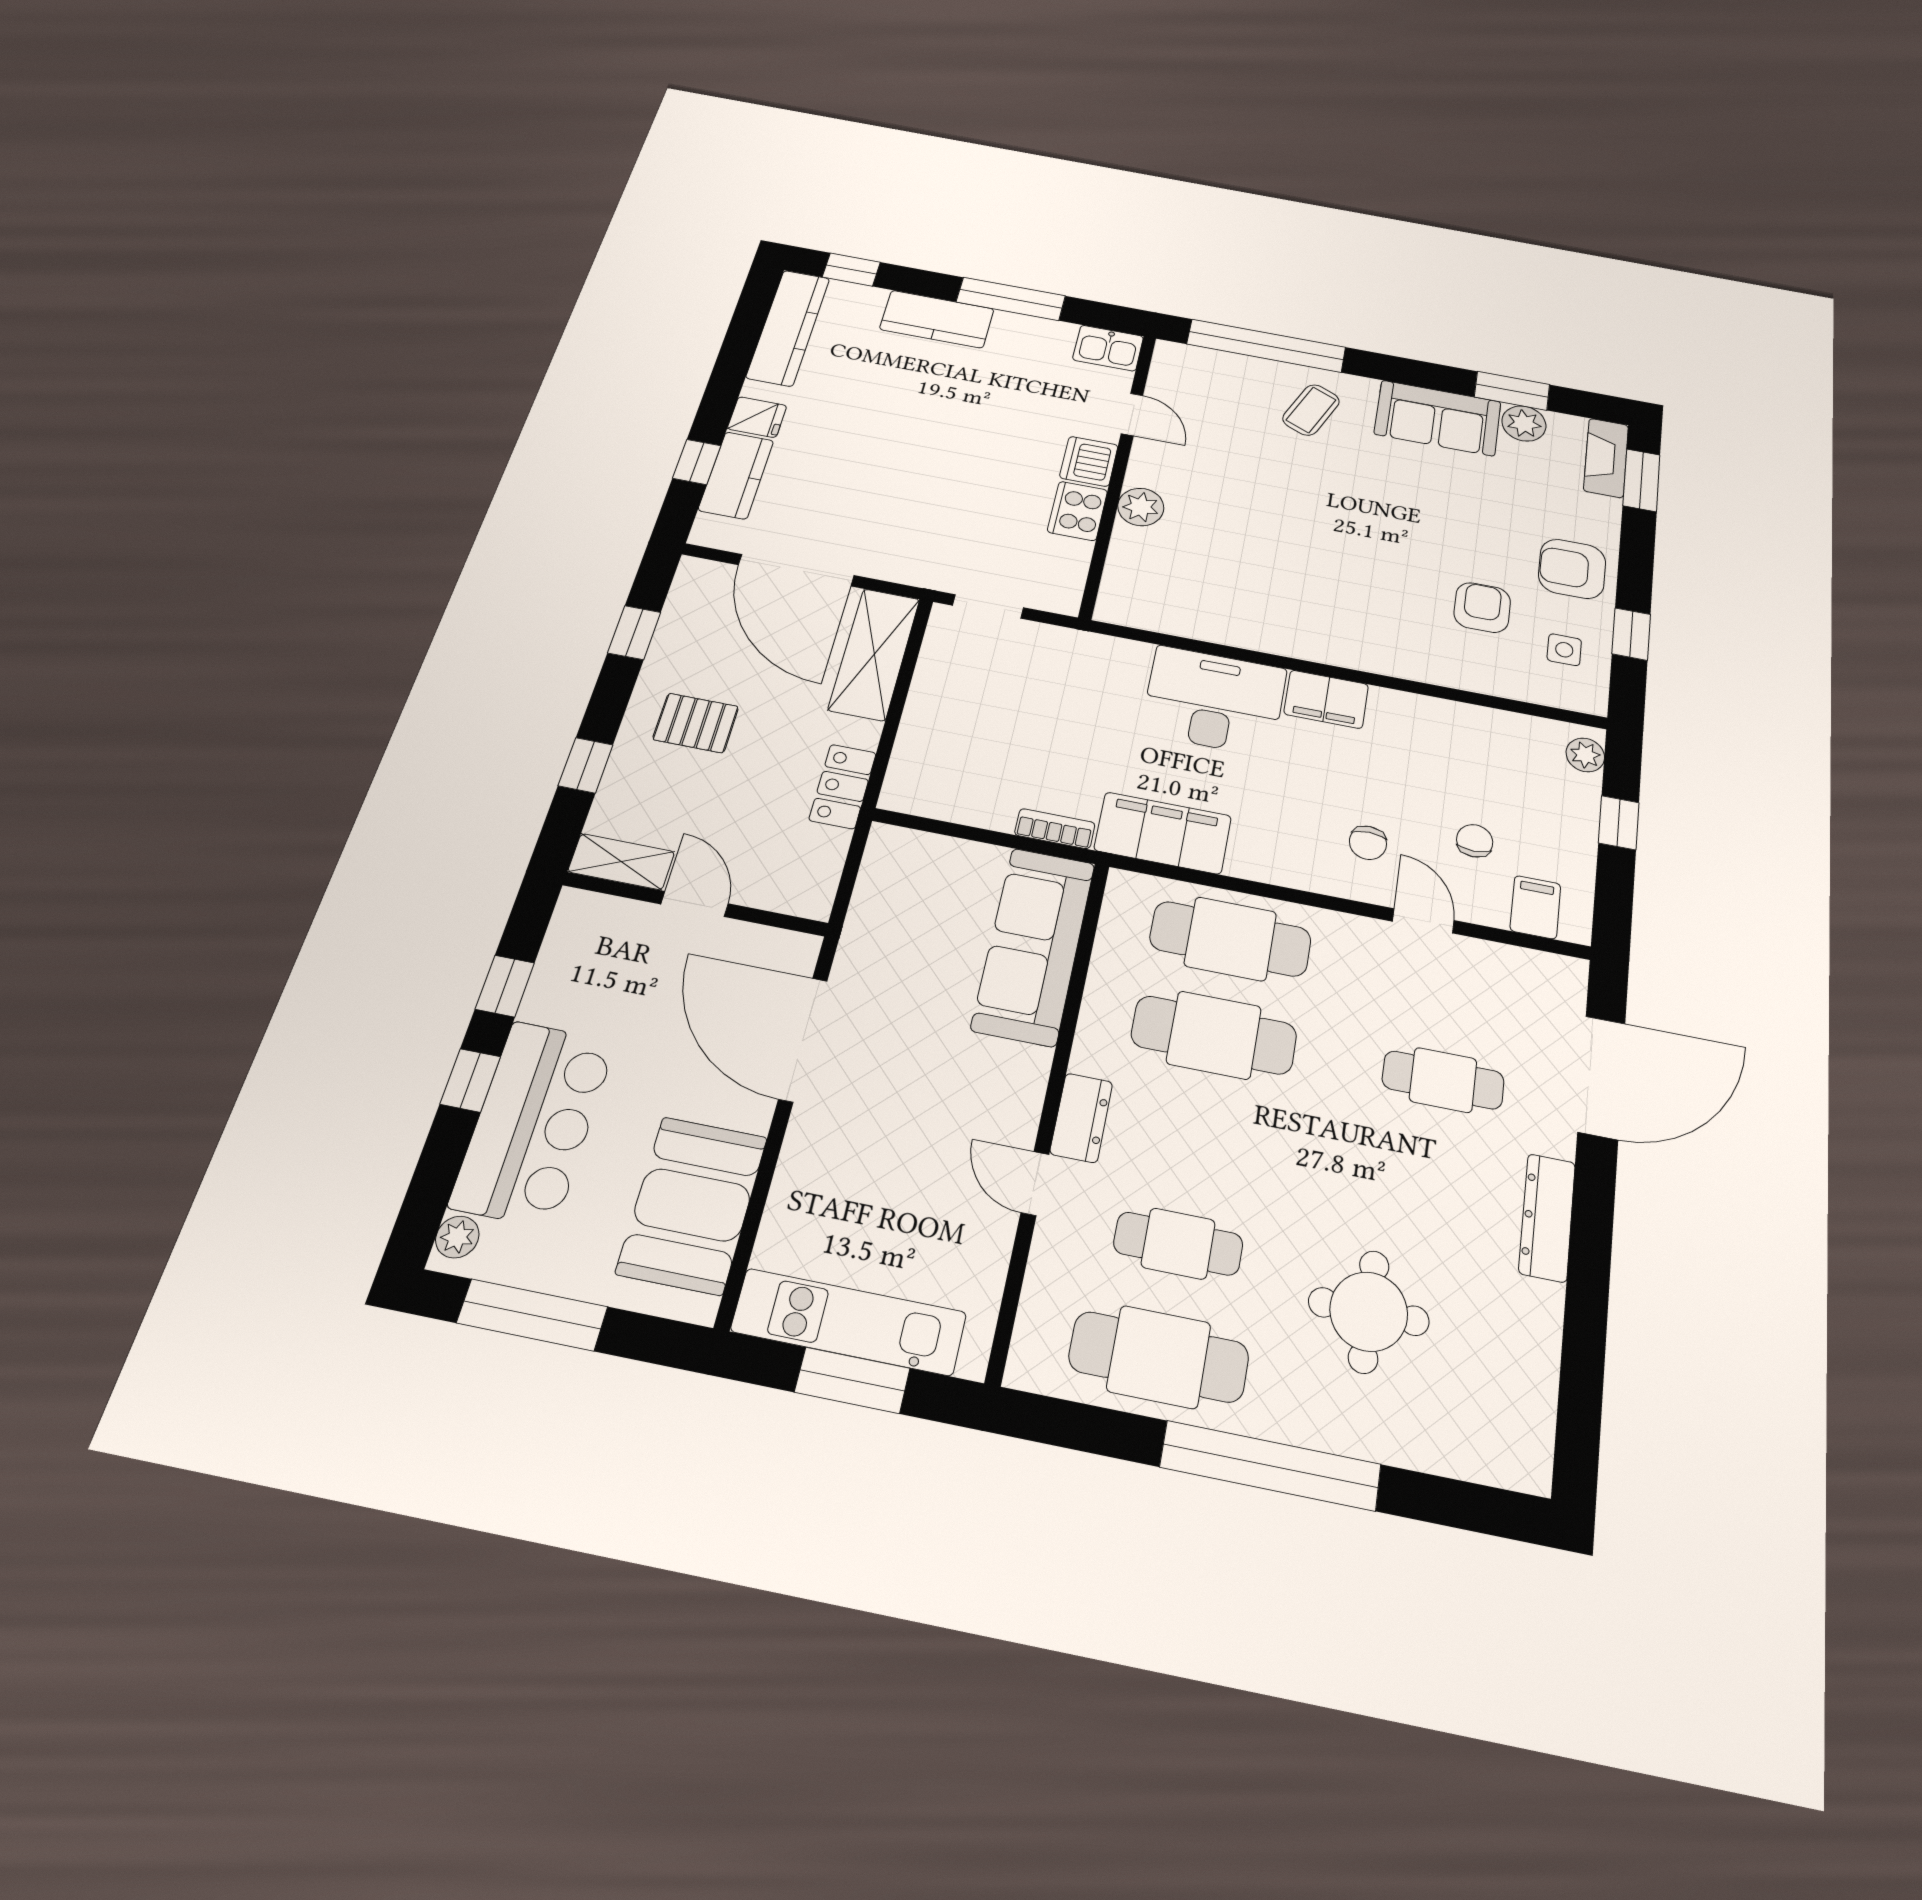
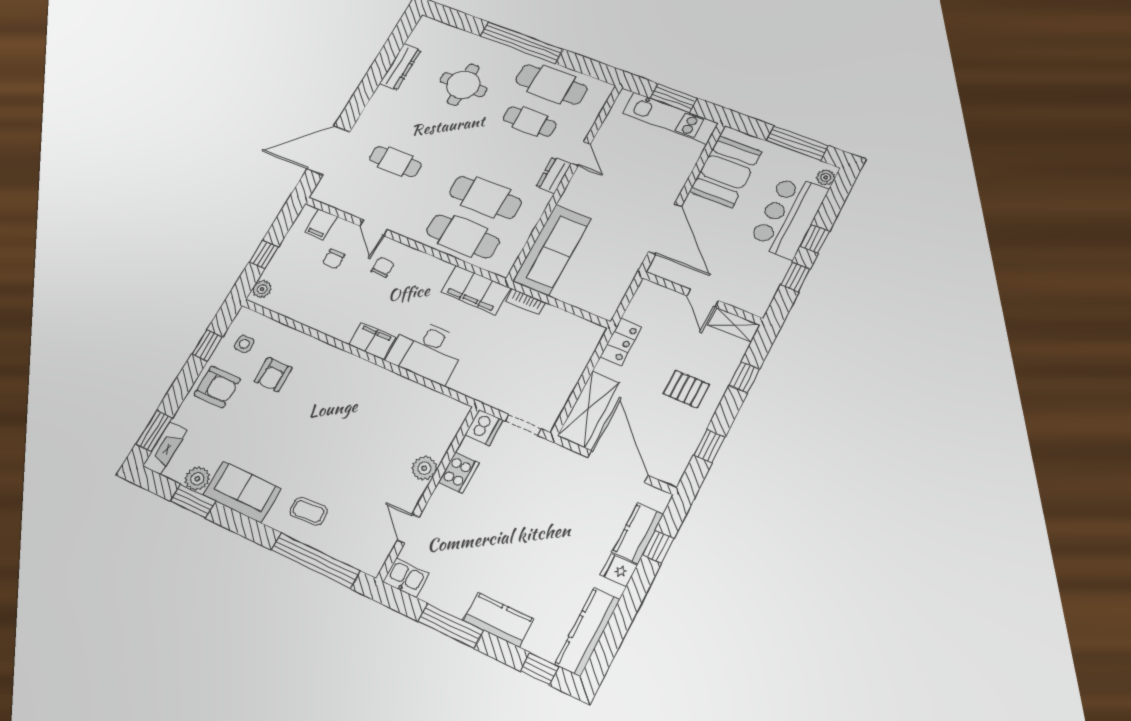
coffee table: (1311, 410) -> (309, 511), turned 62
dishwasher: (1089, 461) -> (484, 427), moved
dresser: (1547, 1217) -> (400, 67), moved

